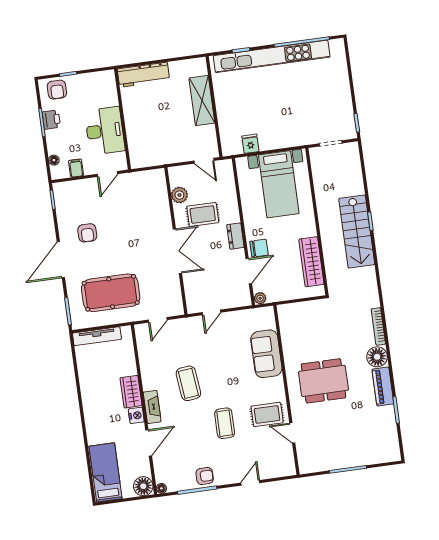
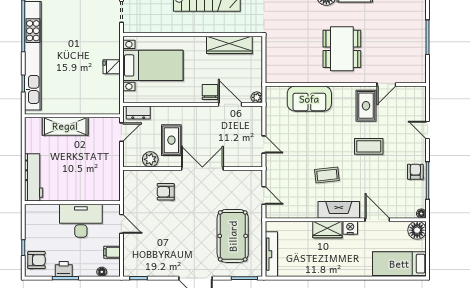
fridge: (250, 144) -> (112, 67), moved
armchair: (87, 233) -> (166, 192), moved, turned 180
dresser: (235, 236) -> (138, 112), moved
coffee table: (188, 383) -> (327, 175), width x0.73, depth x0.77
fireplace: (152, 407) -> (339, 210), width x1.37, depth x1.32

